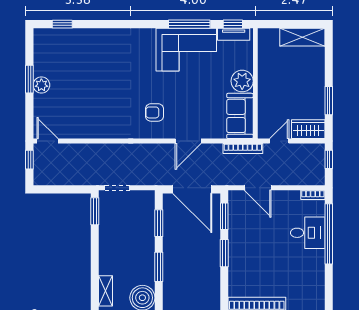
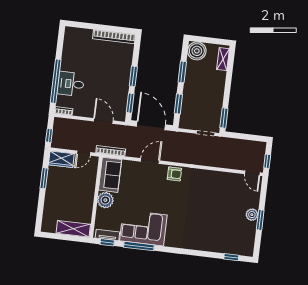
shelving: (302, 37) -> (73, 229), moved
armchair: (154, 112) -> (174, 174), moved

